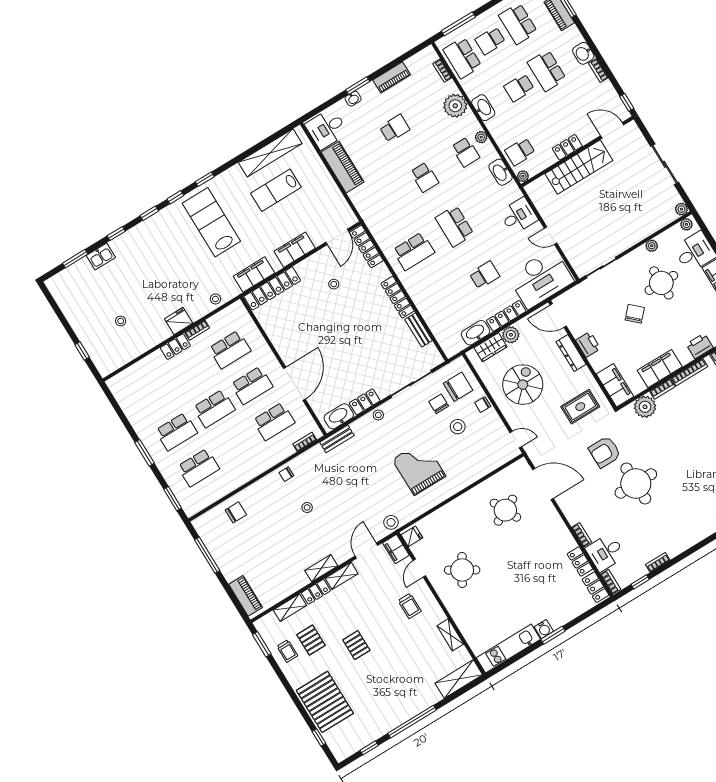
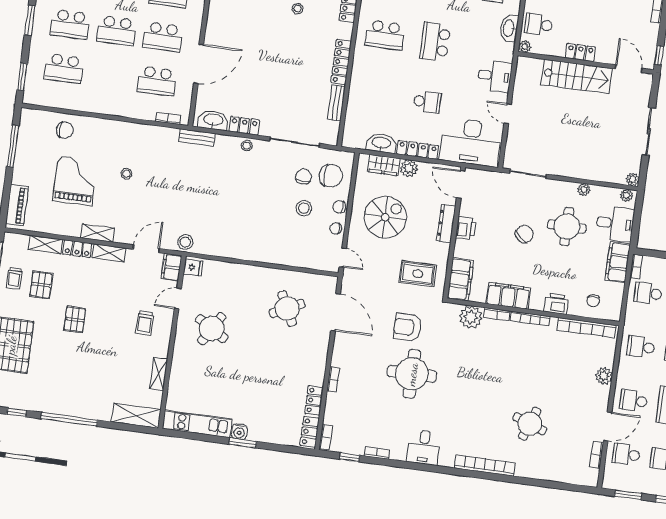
grand piano: (419, 468) -> (75, 181), moved
chair: (286, 474) -> (336, 228), moved
desk: (605, 552) -> (424, 447), moved, turned -90

